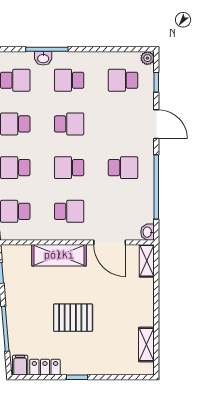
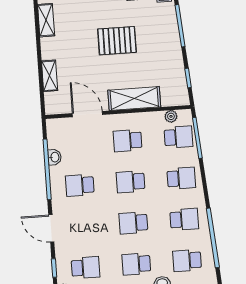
school desk: (69, 80) -> (136, 264), turned 180
school desk: (69, 168) -> (131, 182), turned 180
washbasin: (148, 232) -> (55, 157), moved
plant: (22, 234) -> (171, 116), added
shelving: (147, 261) -> (50, 76), moved

